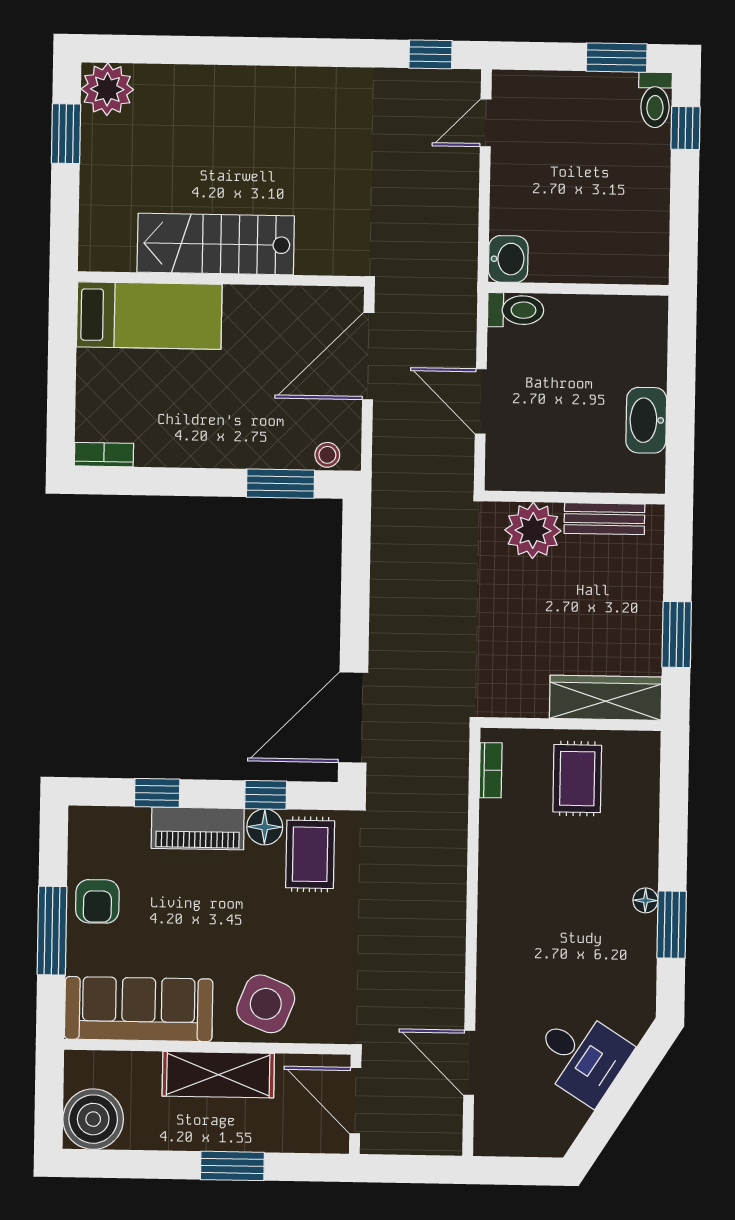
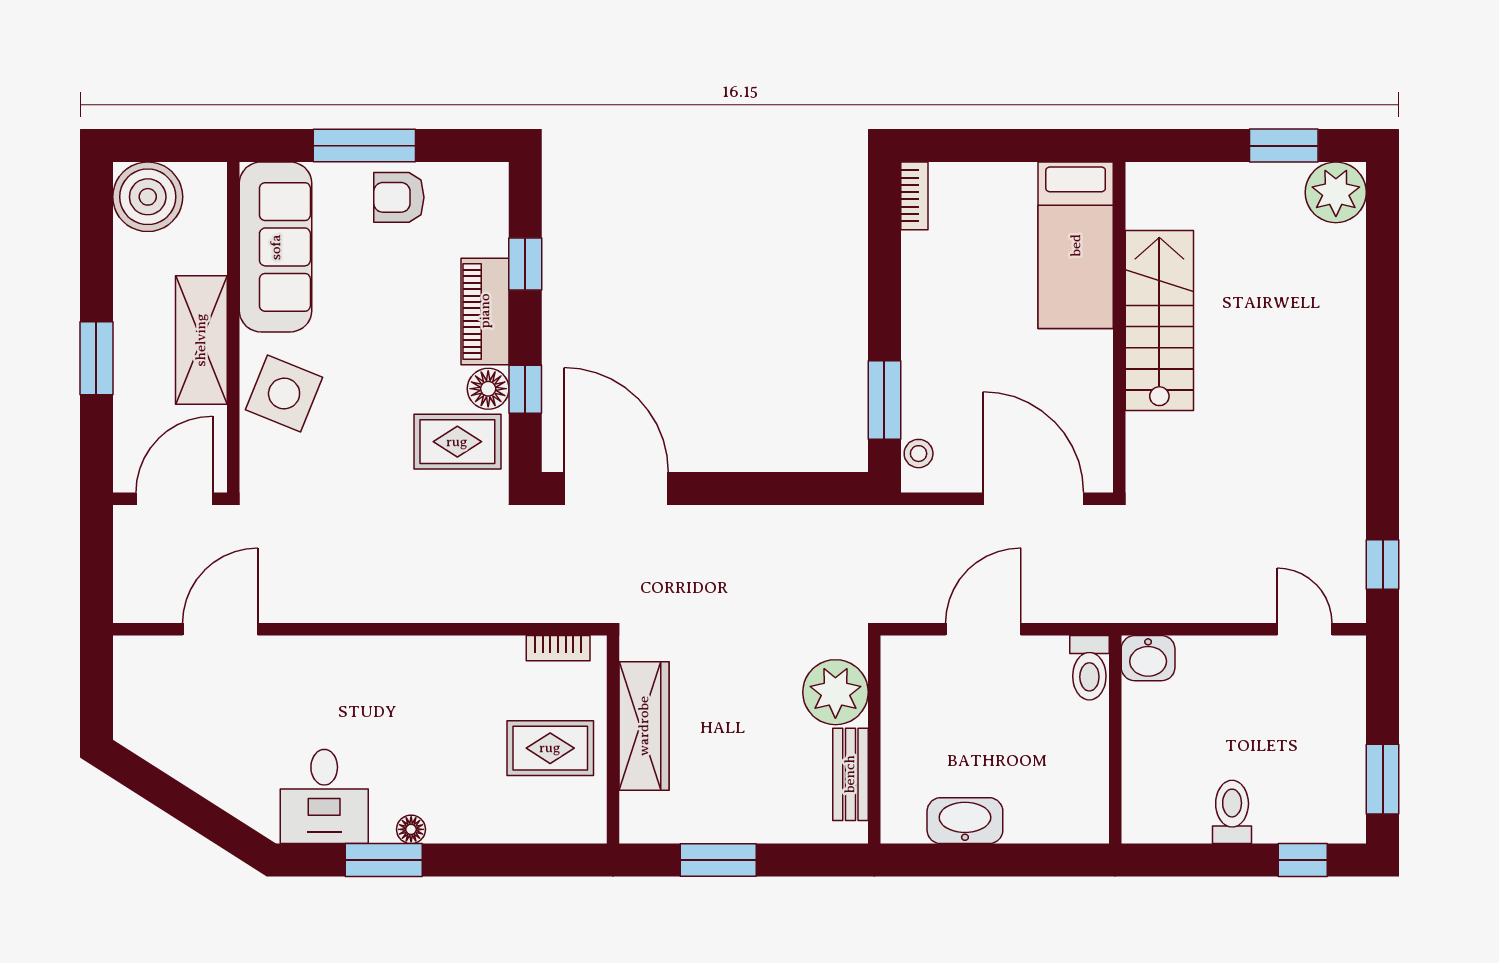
toilet: (655, 100) -> (1232, 812), moved, turned 90
wardrobe: (606, 698) -> (644, 726), moved
desk: (581, 1056) -> (324, 796), moved, turned -32

